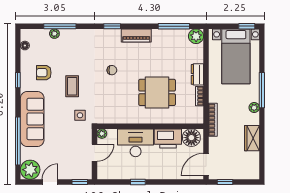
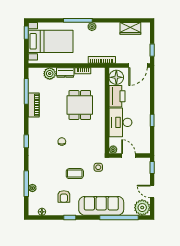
piano: (136, 35) -> (34, 105), moved
plant: (196, 36) -> (50, 74), moved
wardrobe: (252, 138) -> (130, 28), moved
door: (206, 165) -> (138, 65), hinge flipped

